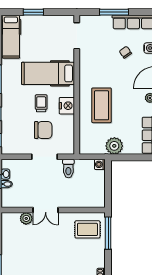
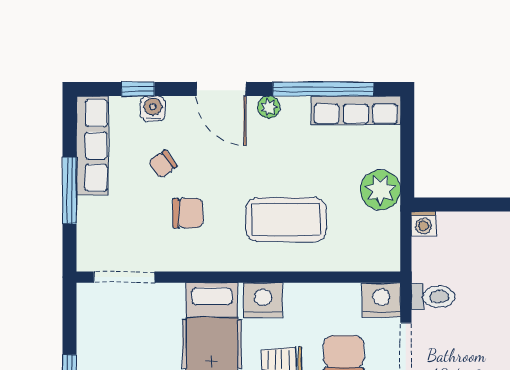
chair: (104, 63) -> (188, 213), added
nightstand: (67, 106) -> (263, 300), moved
nightstand: (67, 146) -> (381, 300), added

